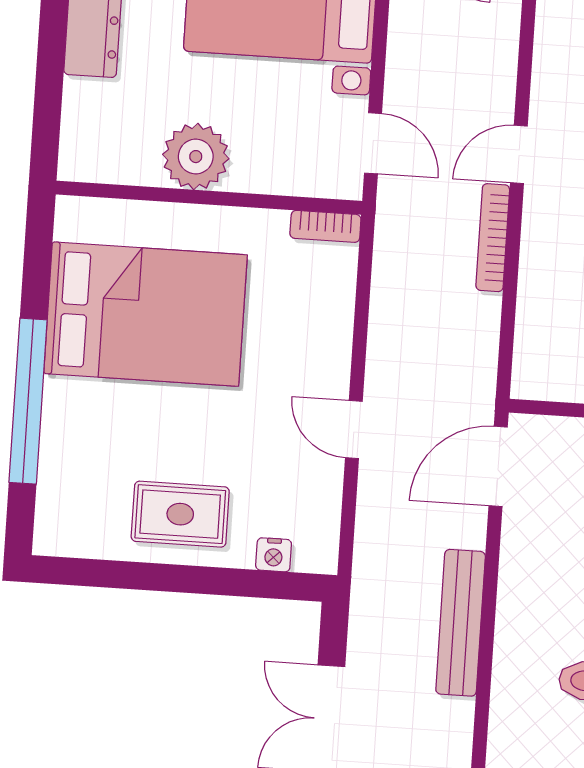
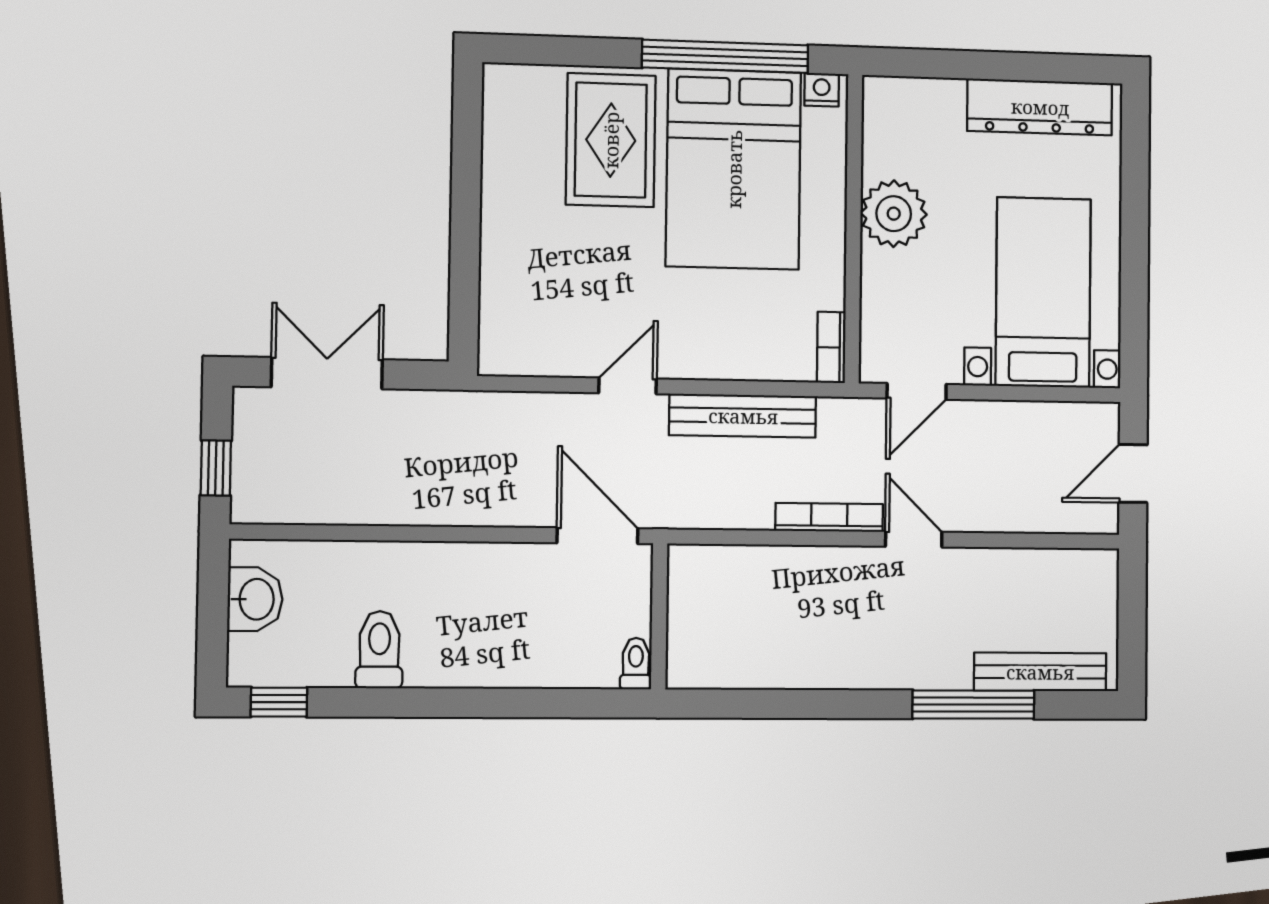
window: (28, 401) -> (725, 56), moved
rug: (180, 514) -> (611, 140), moved, width x1.36, depth x1.43
nightstand: (274, 555) -> (822, 90), moved, turned 90
bench: (461, 623) -> (743, 416), moved

